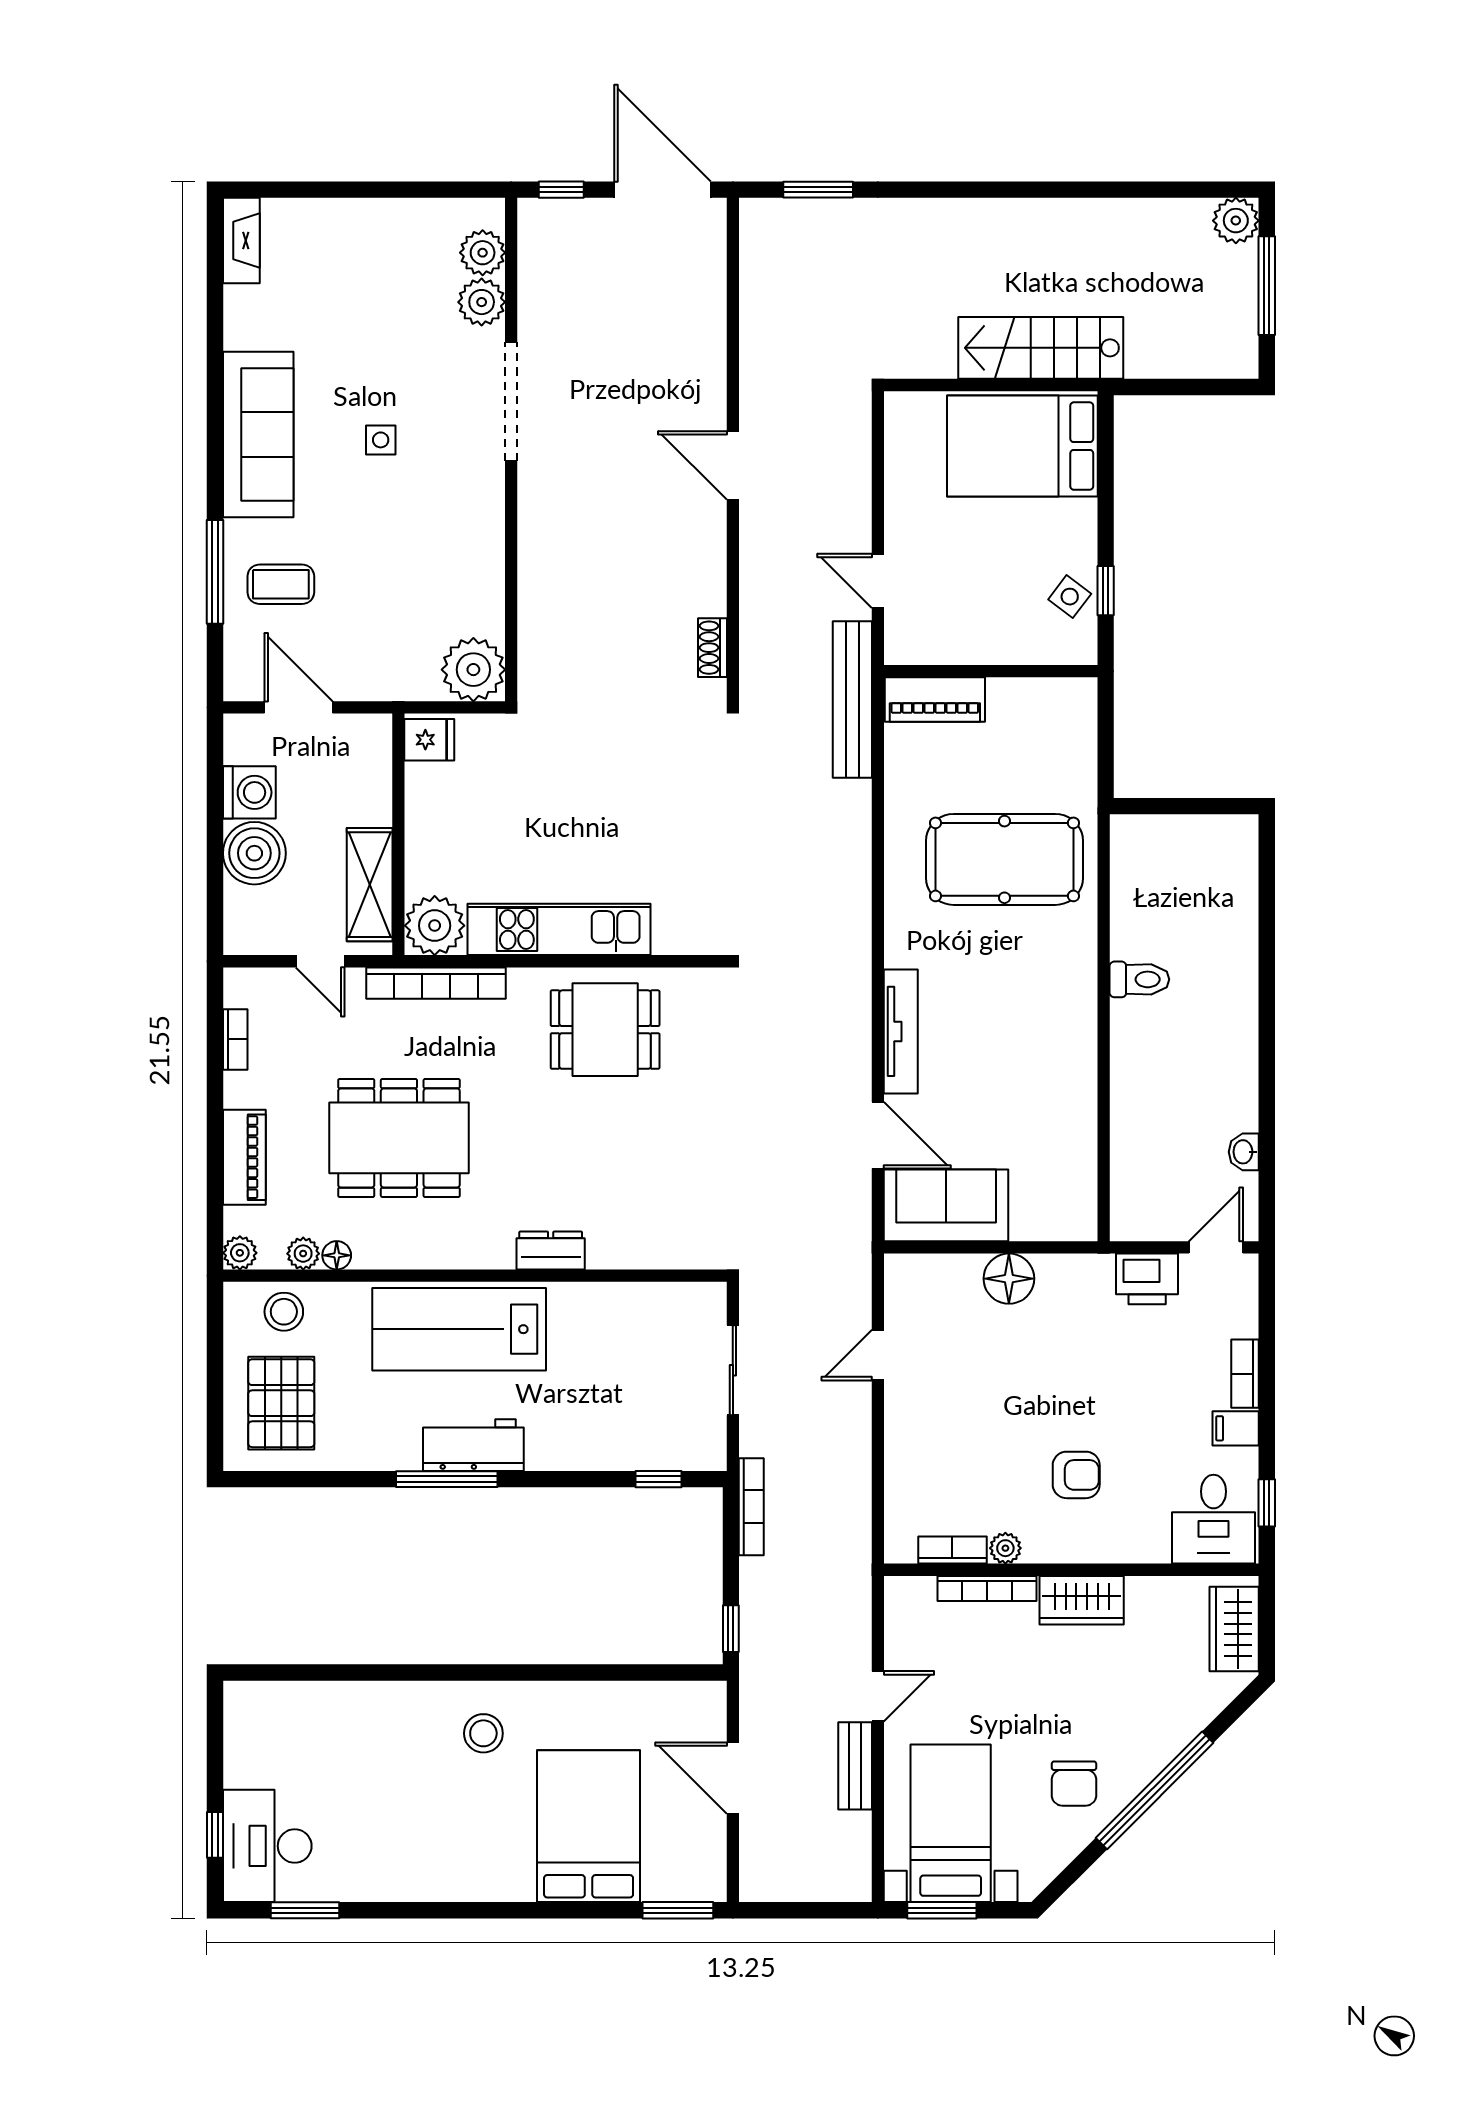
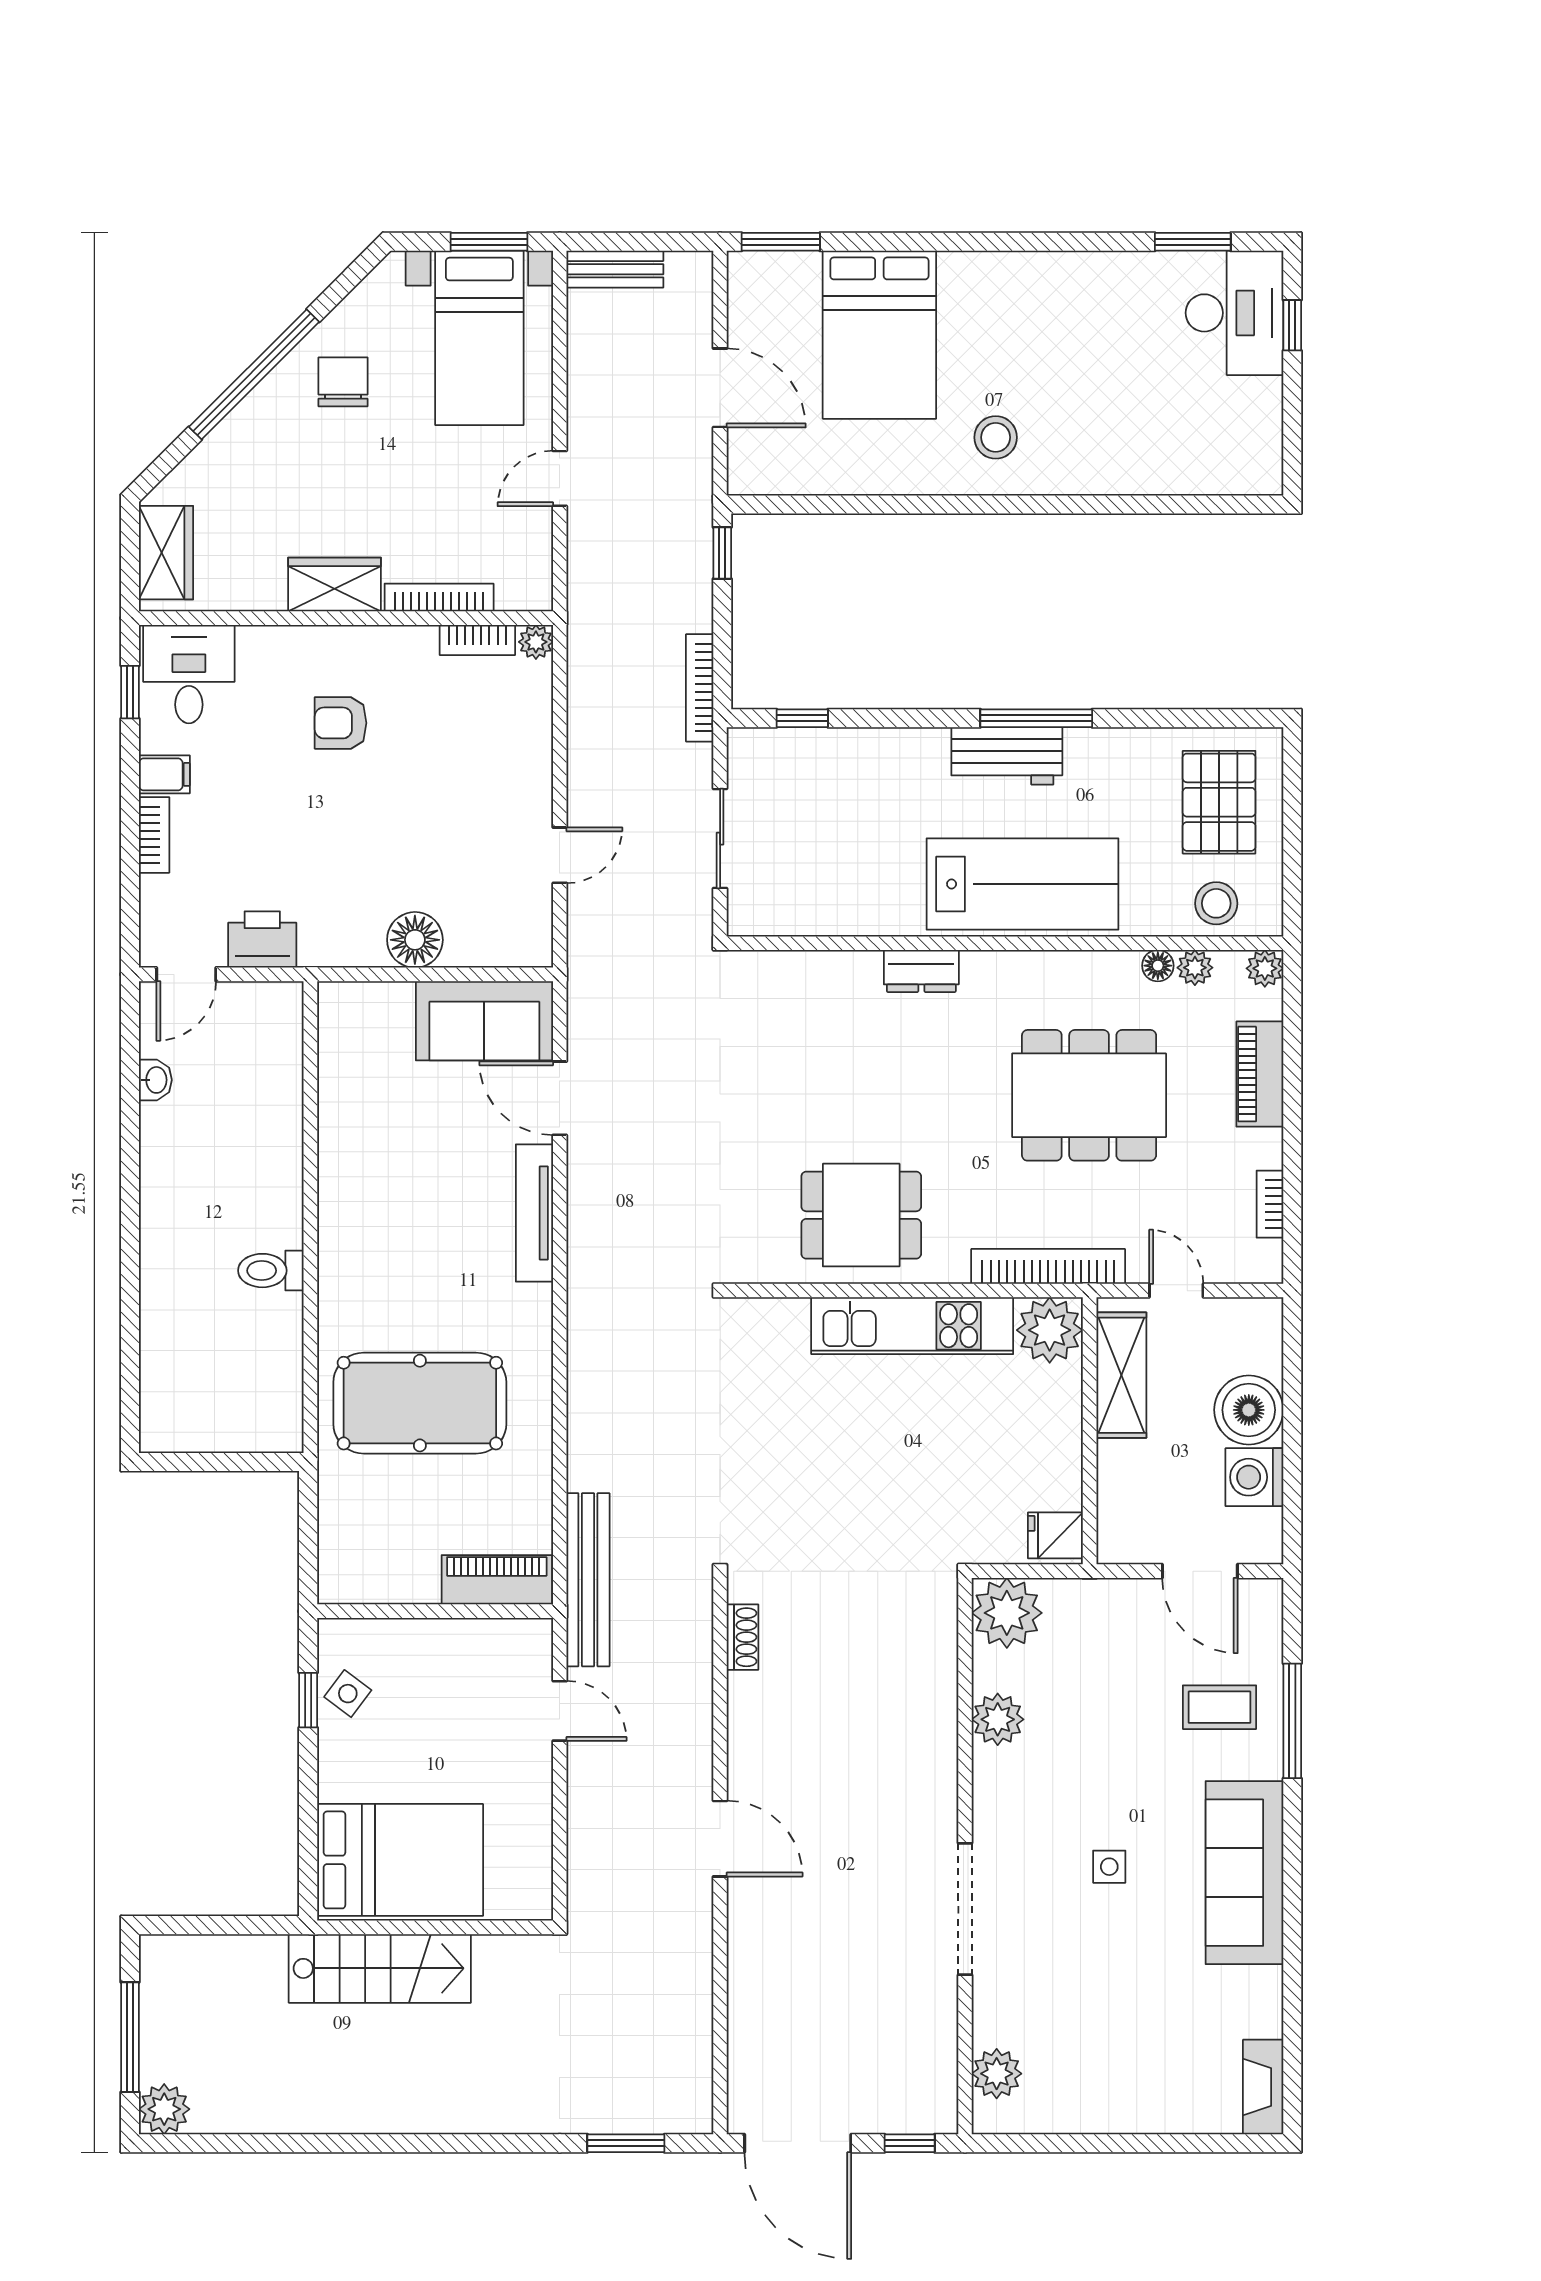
plant: (482, 302) -> (998, 1719), moved
plant: (1005, 1548) -> (536, 642), moved
bench: (855, 1766) -> (615, 269), moved, turned 90

